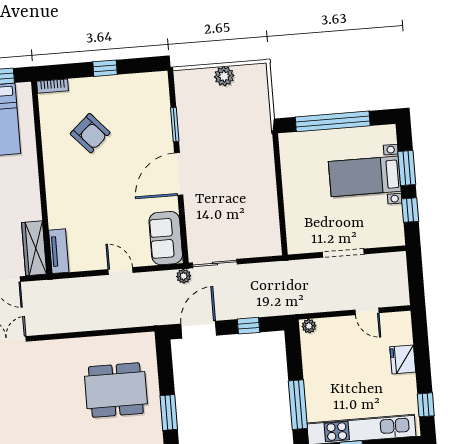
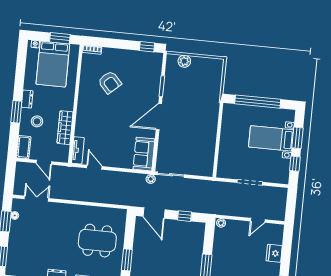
window: (105, 68) -> (147, 47), moved
plant: (224, 76) -> (184, 61), moved
wardrobe: (34, 248) -> (65, 128), moved
door: (121, 271) -> (94, 167), moved
door: (367, 311) -> (258, 220), hinge flipped
door: (199, 330) -> (154, 213), swing flipped

